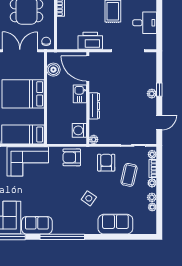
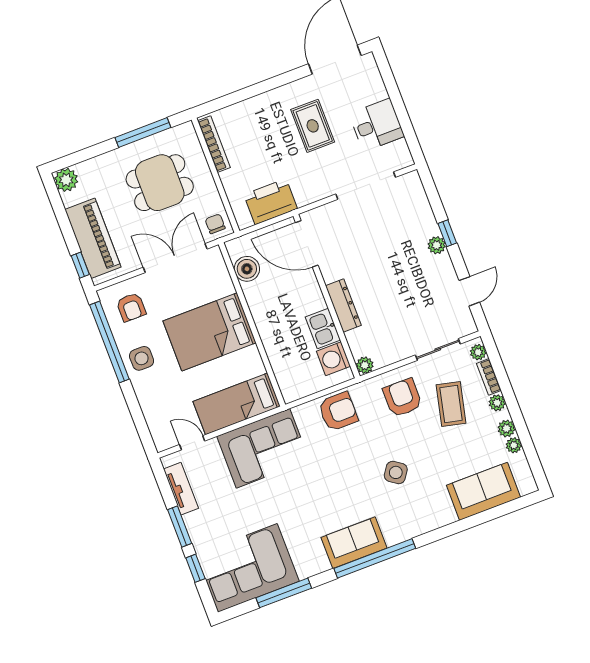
printer: (90, 41) -> (271, 202), moved
kitchen sink: (80, 94) -> (323, 328), moved
armchair: (72, 157) -> (338, 412), turned 180
sofa: (115, 224) -> (483, 491), moved
sofa: (37, 225) -> (354, 543), moved

